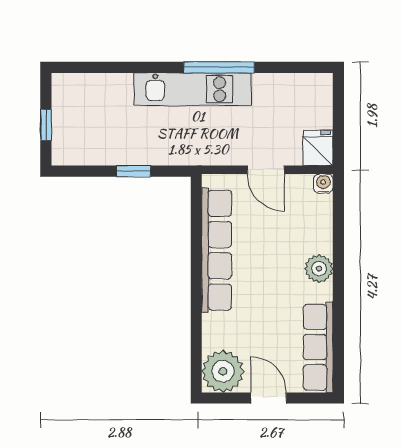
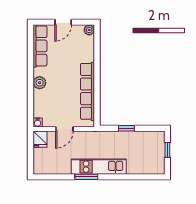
window: (219, 67) -> (86, 177), width x0.69
door: (266, 170) -> (64, 129), swing flipped
plant: (223, 371) -> (89, 30), width x0.53, depth x0.53
door: (269, 398) -> (63, 22), hinge flipped

